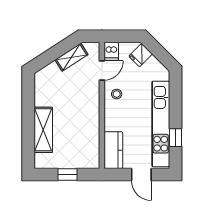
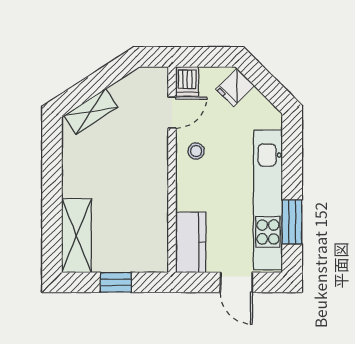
shelving: (71, 57) -> (91, 111), moved
shelving: (43, 130) -> (77, 236), moved
window: (175, 138) -> (292, 222), width x1.50

